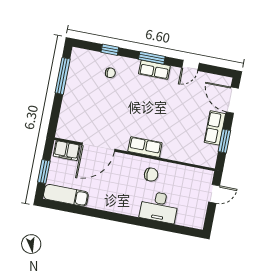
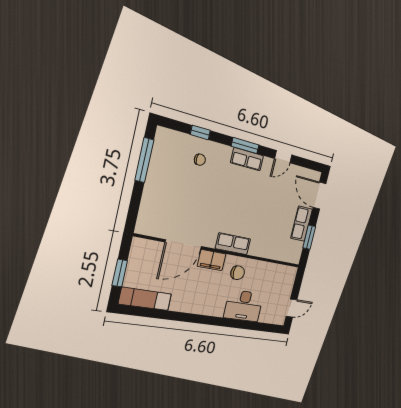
filing cabinet: (67, 151) -> (212, 260), moved
door: (214, 194) -> (292, 308), moved

